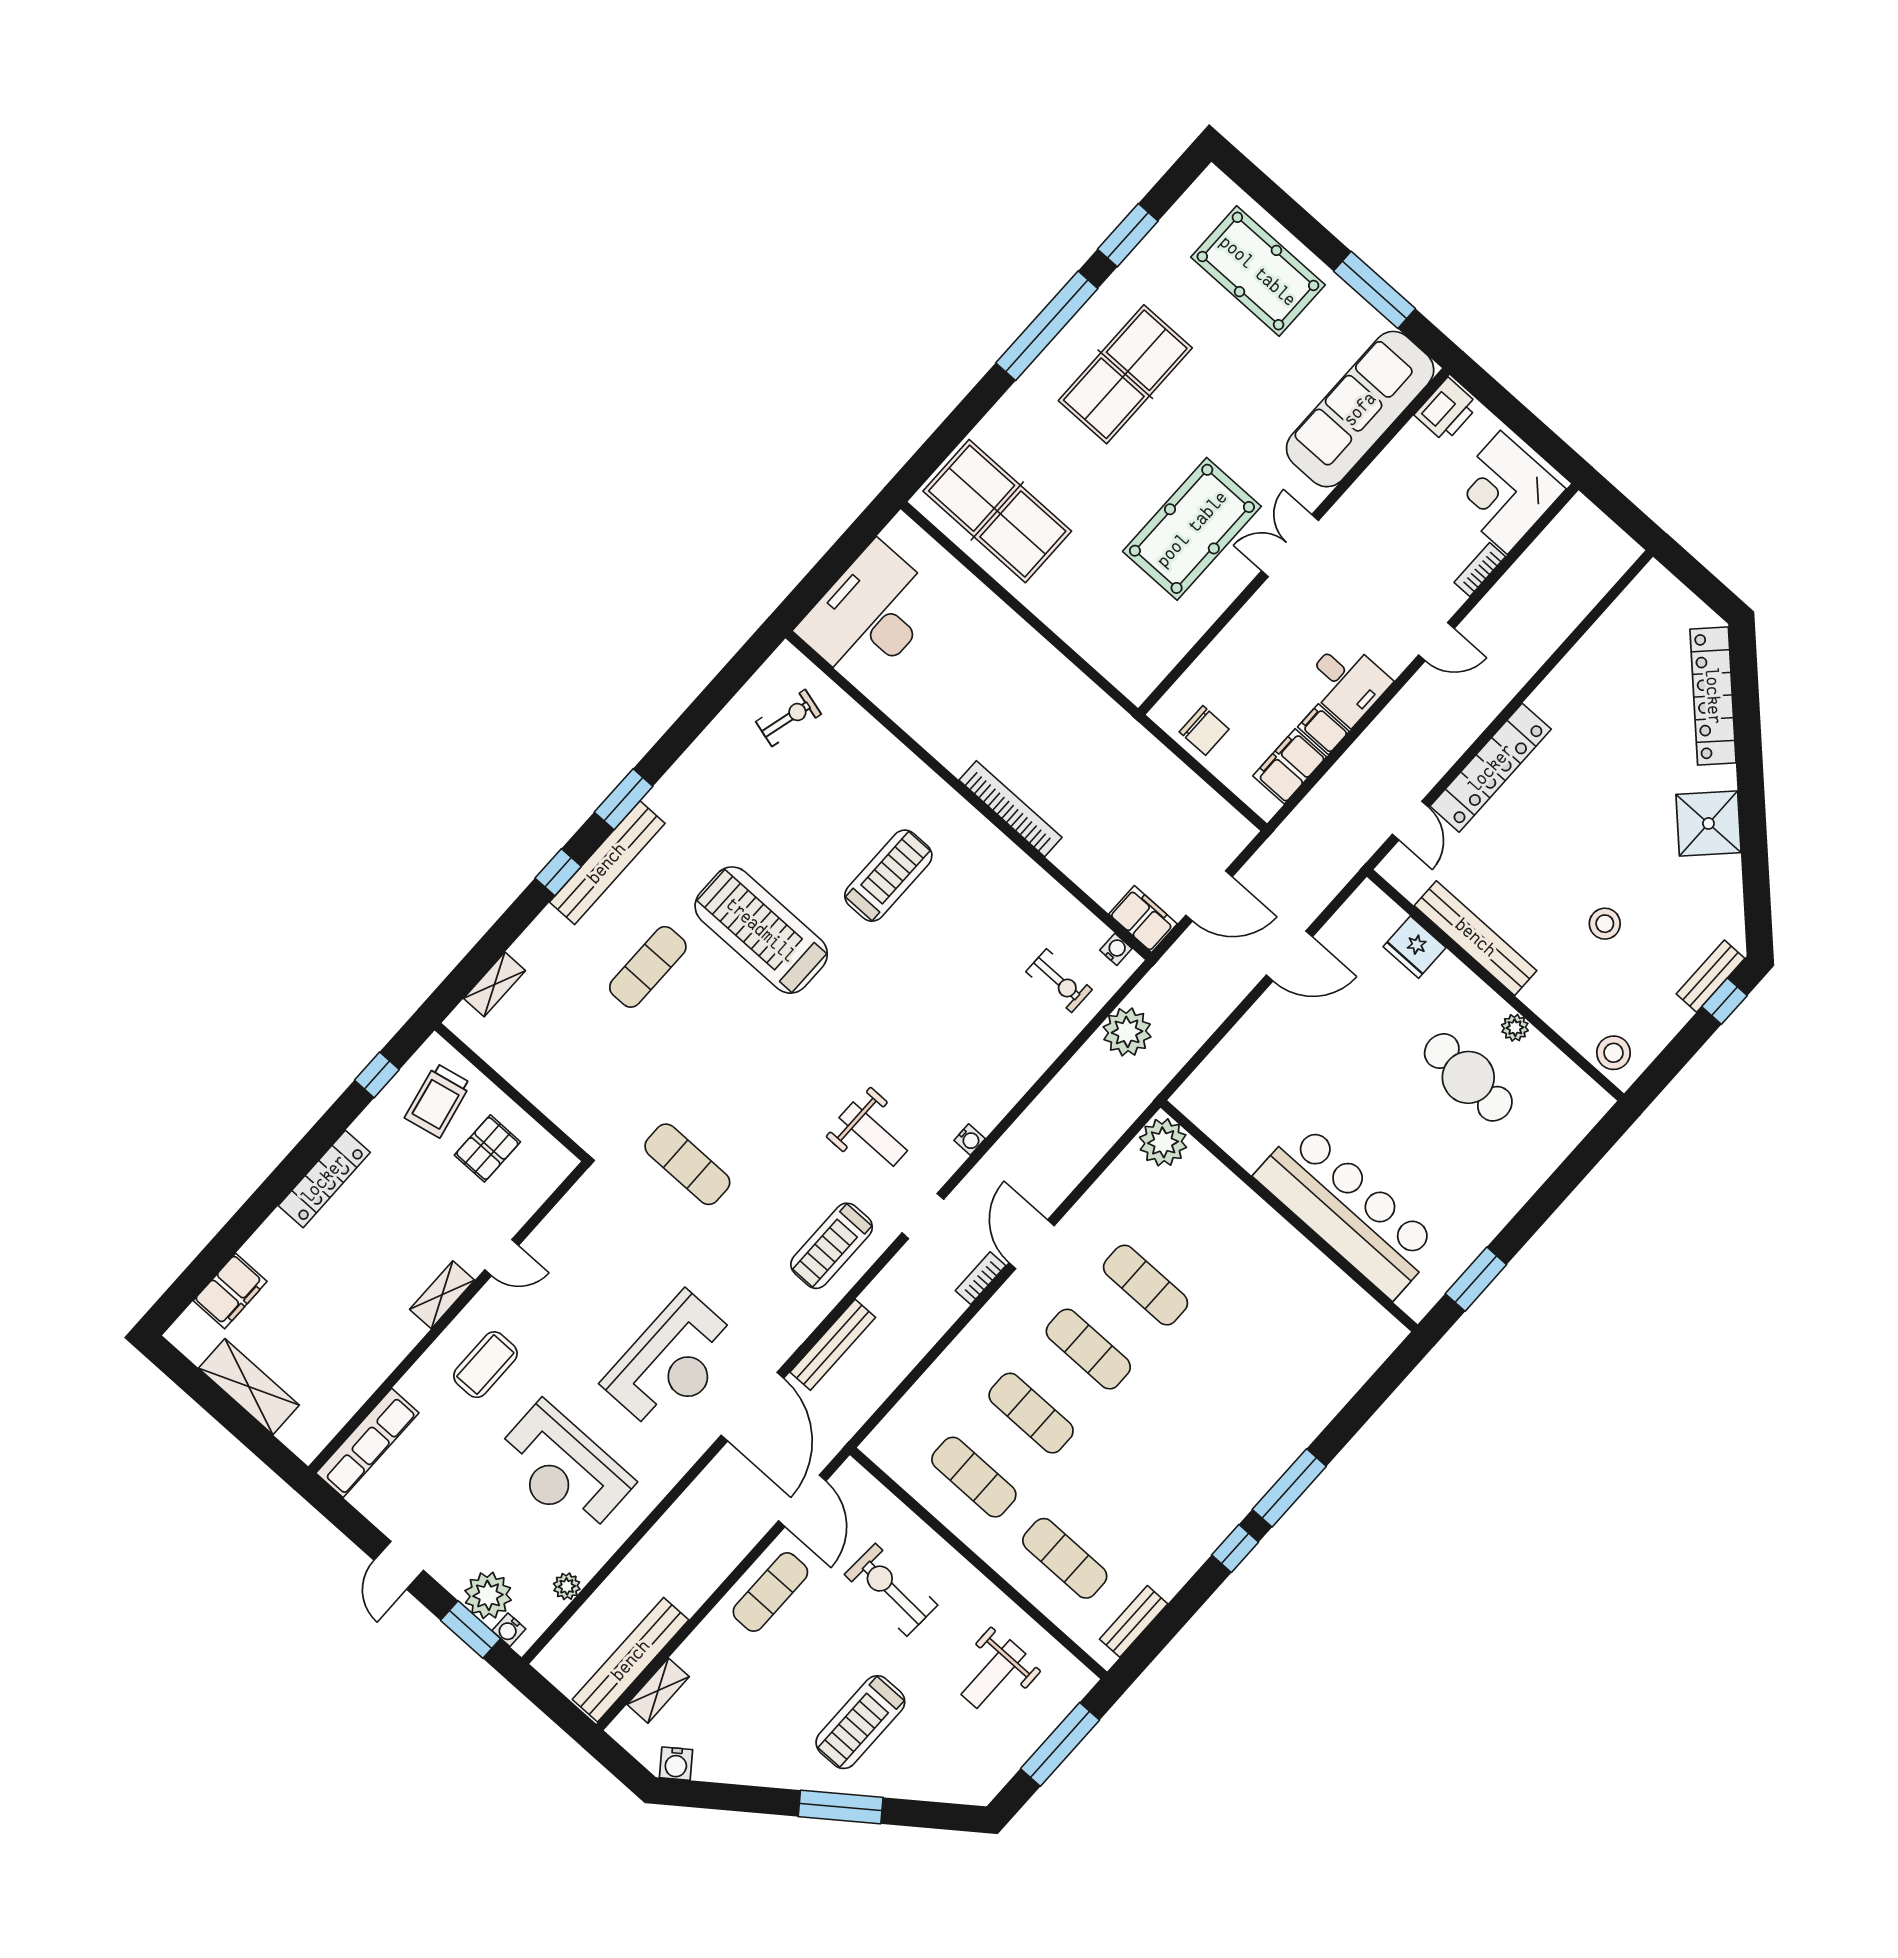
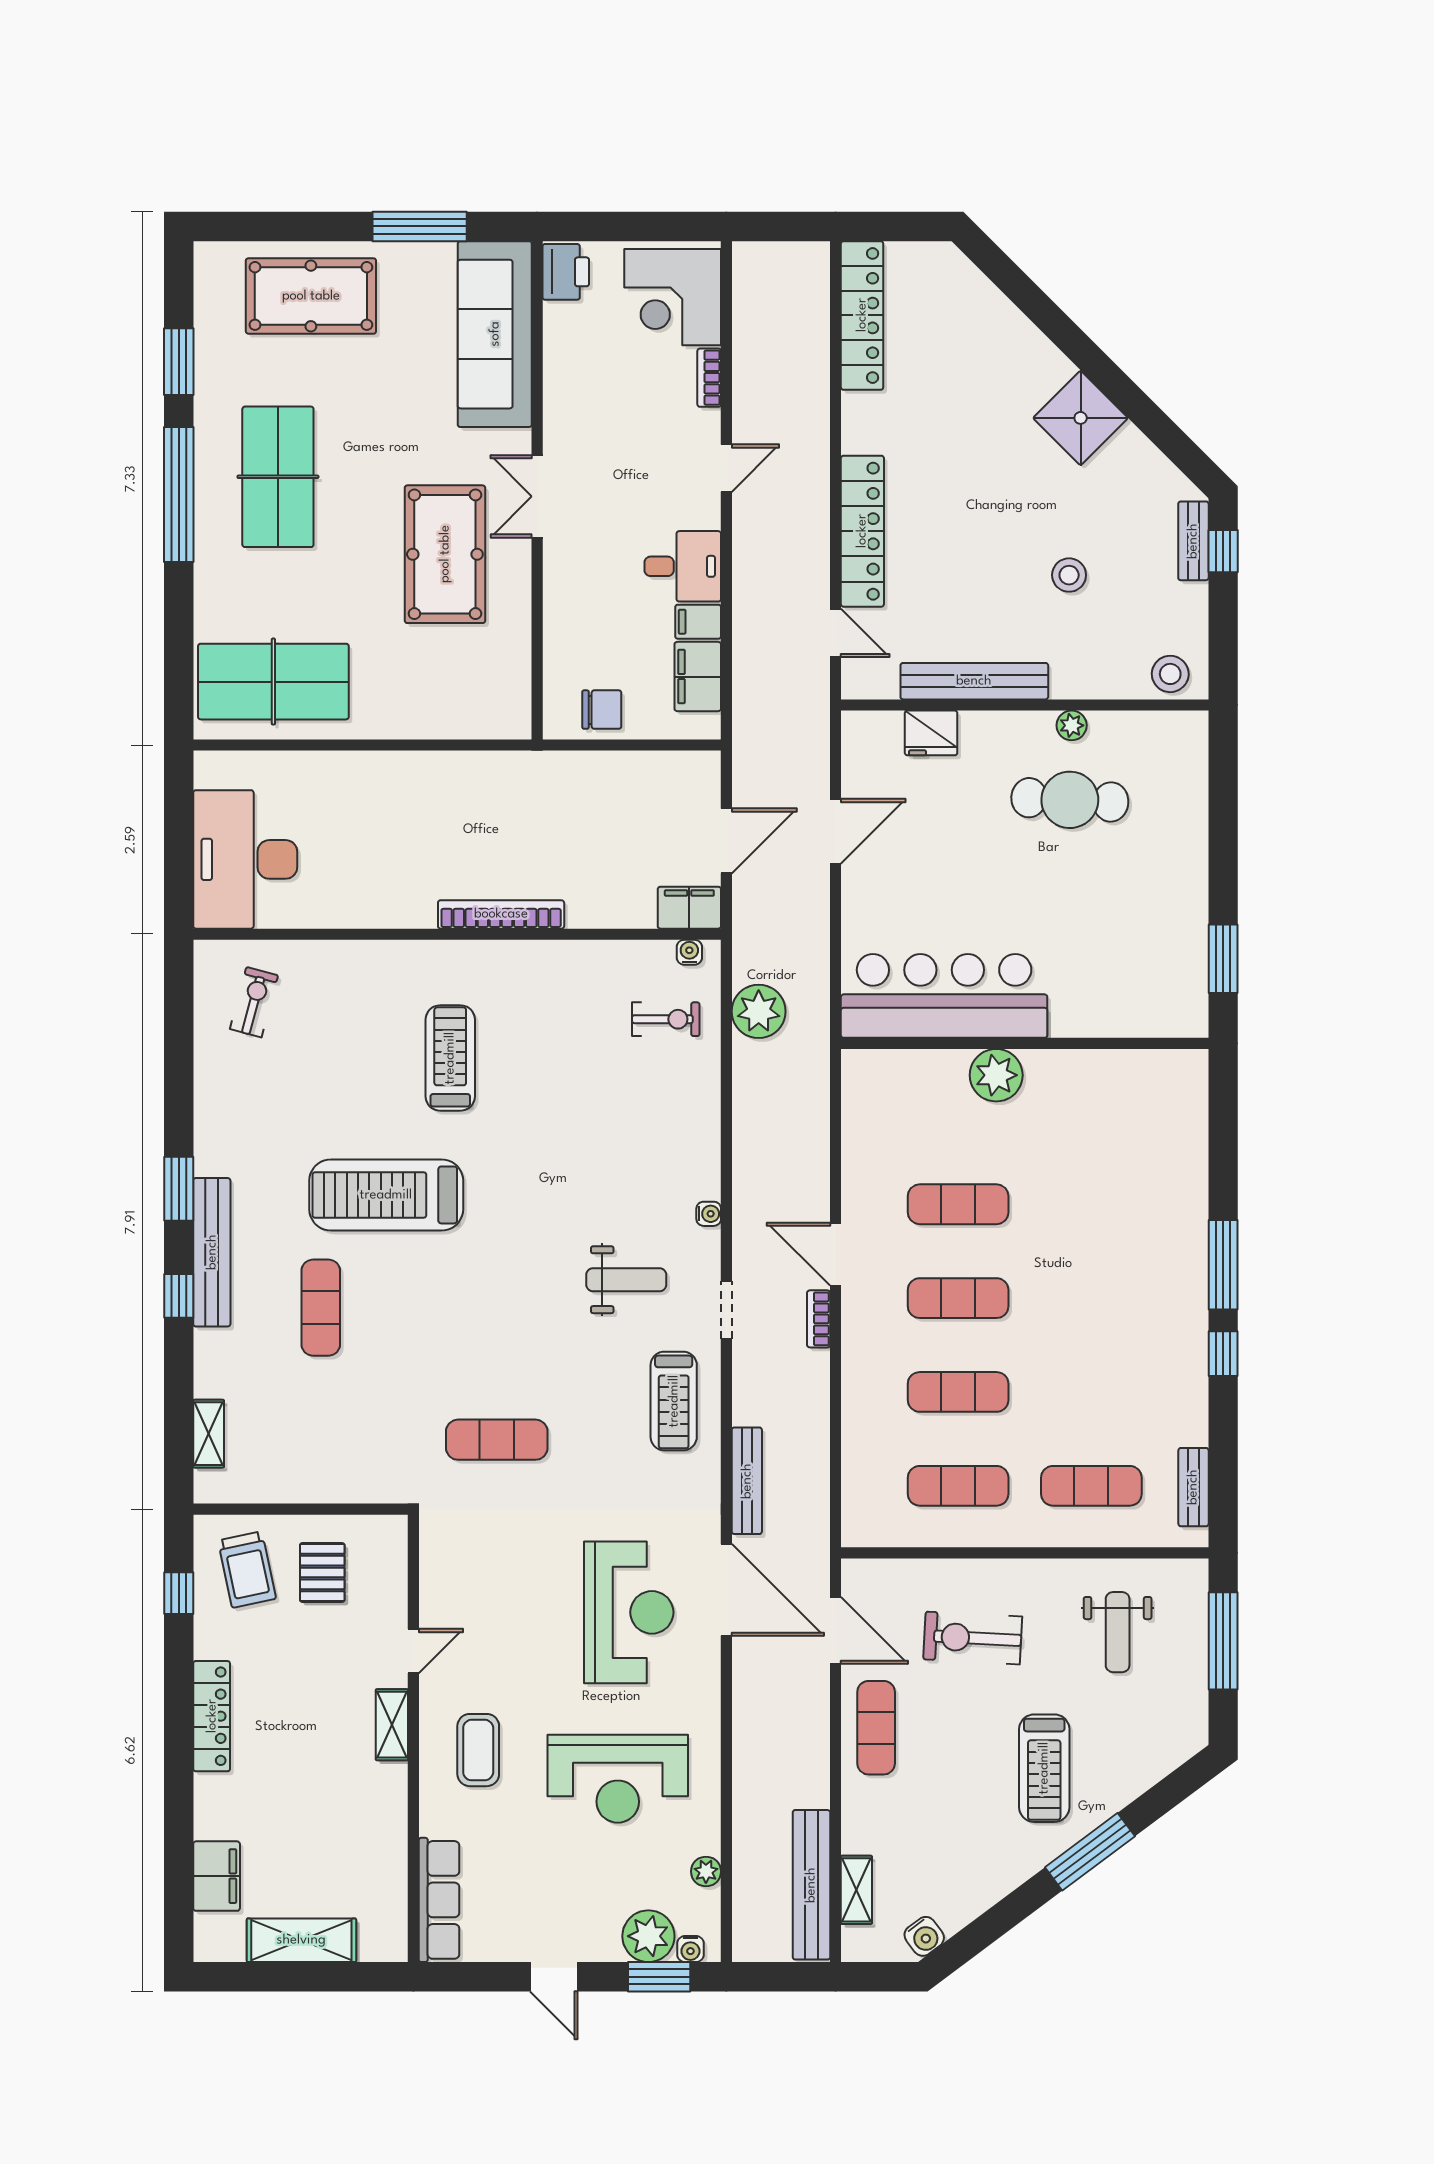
locker: (1713, 696) -> (862, 315), moved, turned -135
plant: (1163, 1142) -> (996, 1075), moved
bar counter: (1348, 1210) -> (944, 996), moved

